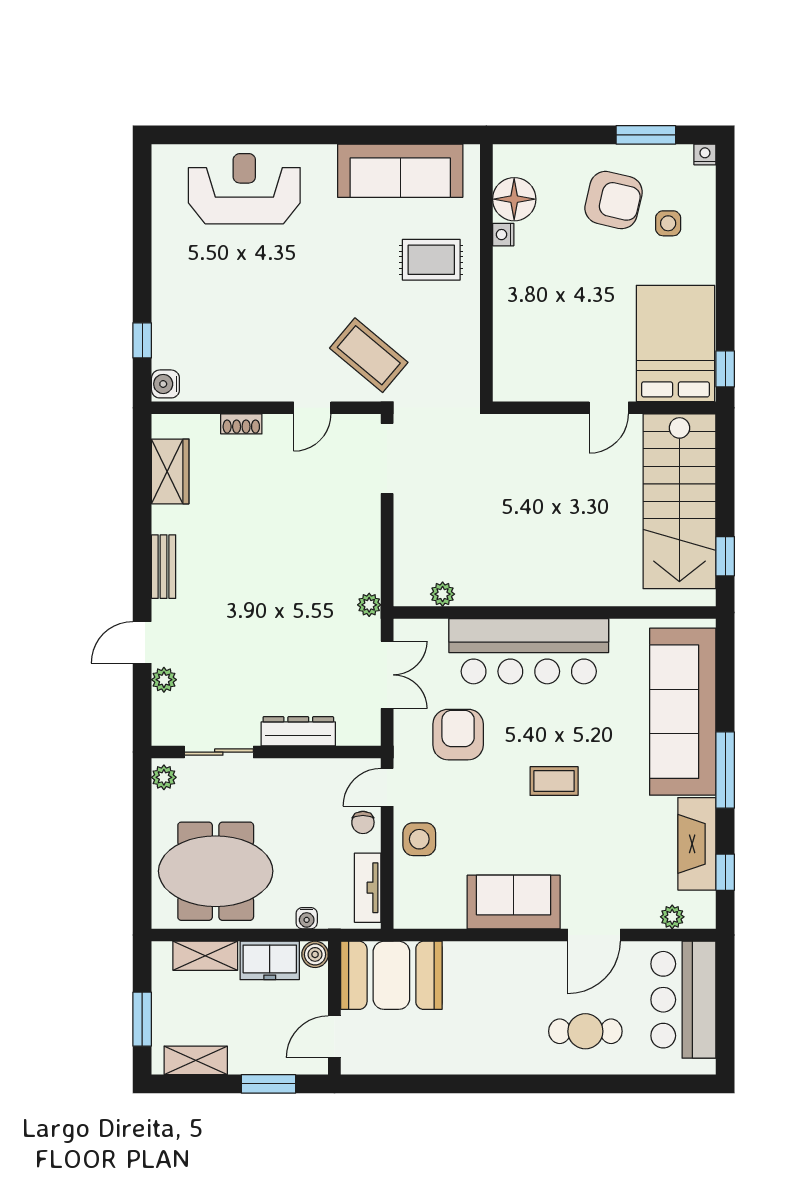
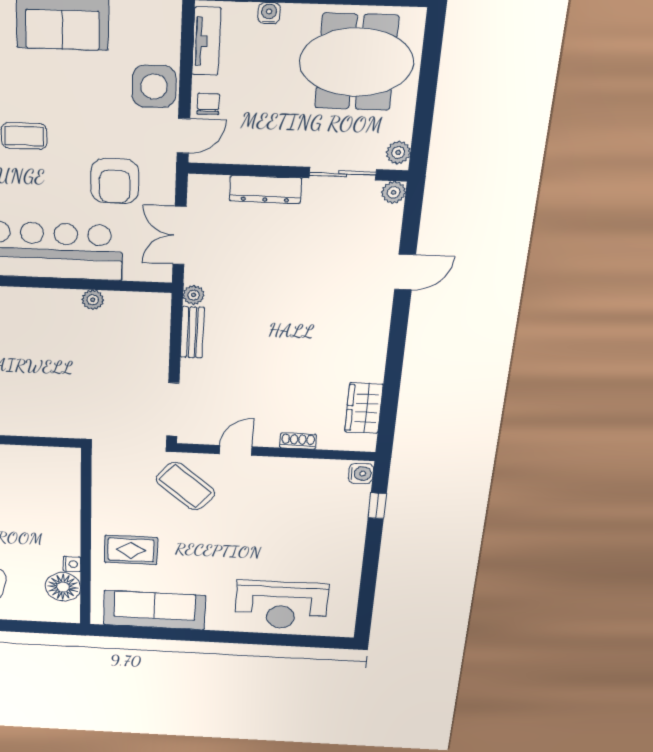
bench: (164, 567) -> (192, 332), moved
plant: (443, 594) -> (93, 300), moved
plant: (164, 680) -> (394, 192), moved
side table: (419, 839) -> (154, 86), width x1.37, depth x1.37

